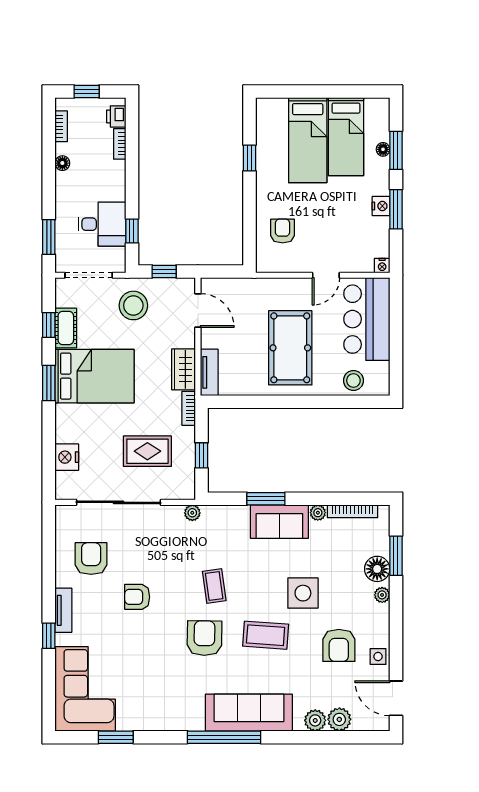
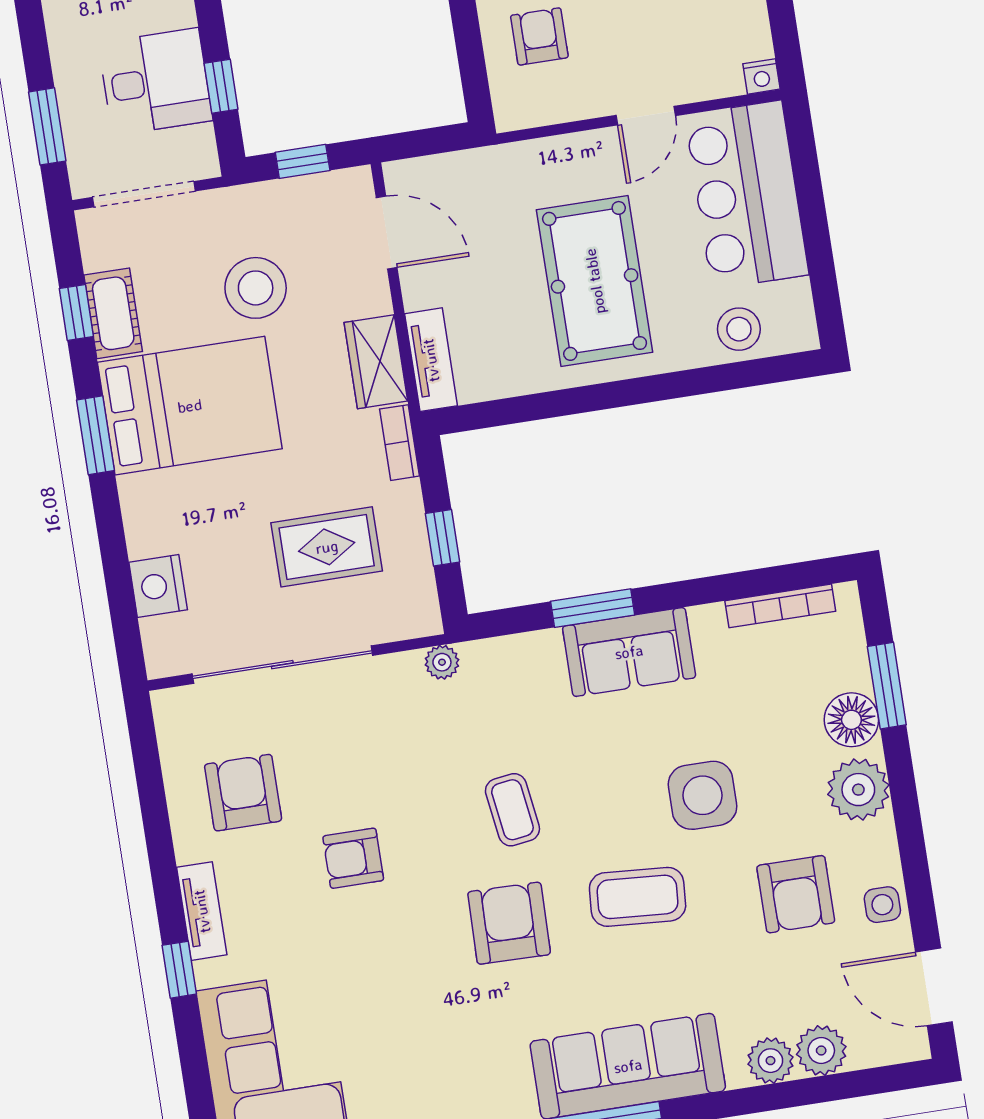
stool: (133, 305) -> (256, 288), moved
plant: (318, 513) -> (707, 620), removed
plant: (382, 595) -> (858, 790), width x1.88, depth x1.88

